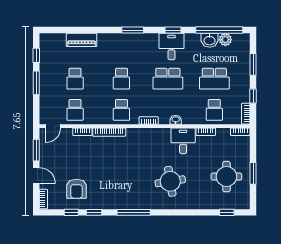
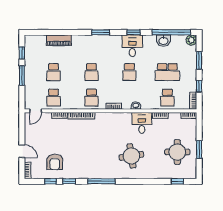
plant: (225, 40) -> (191, 40), moved
school desk: (168, 79) -> (129, 72), width x0.54
window: (36, 150) -> (22, 131), removed

